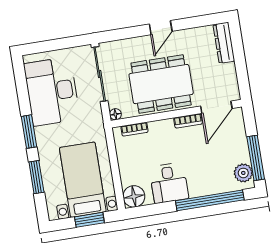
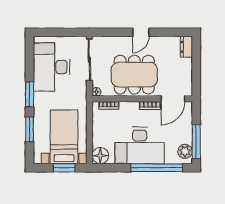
dresser: (224, 43) -> (186, 47), width x0.70
desk: (169, 183) -> (140, 145), width x1.87, depth x1.30

